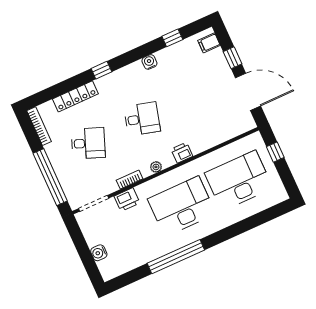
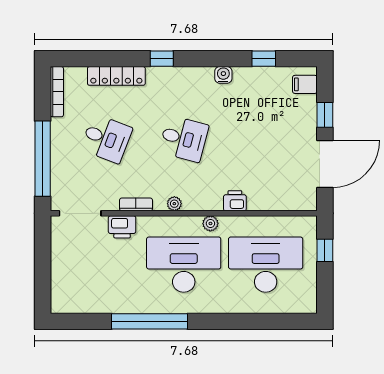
door: (248, 92) -> (325, 164), hinge flipped
printer: (182, 153) -> (235, 201), moved
plant: (187, 169) -> (210, 223), added
water cooler: (99, 253) -> (60, 275), removed

